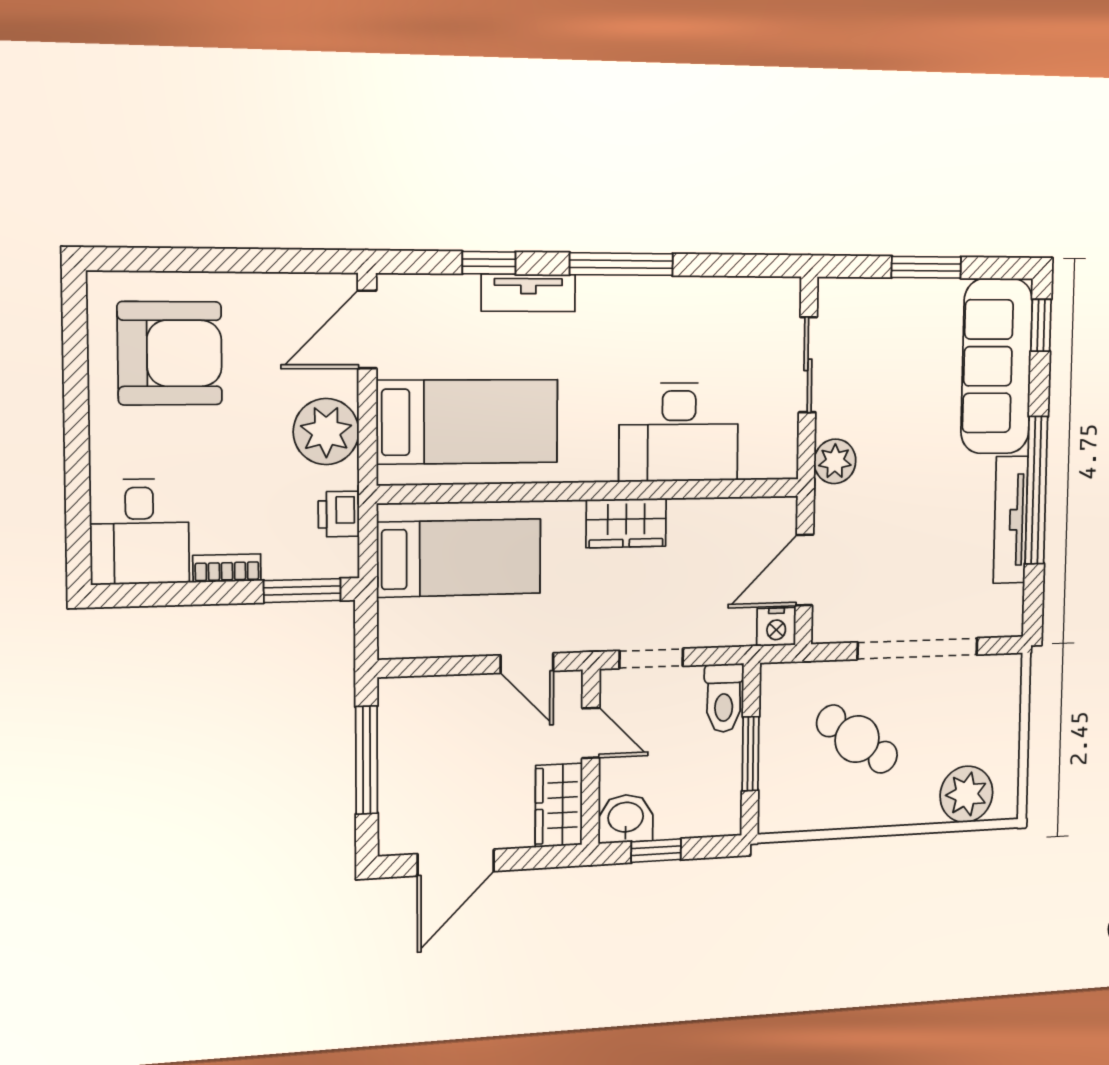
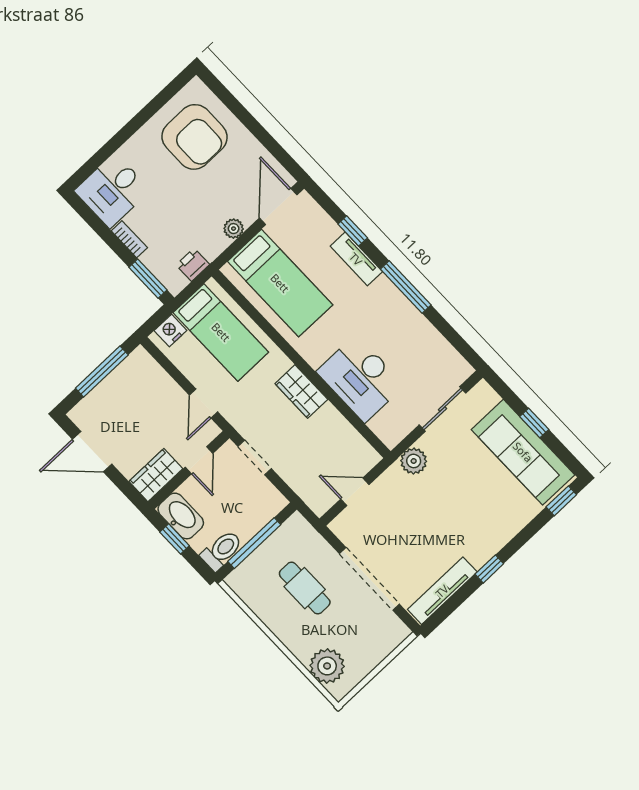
window: (926, 267) -> (534, 423), width x0.67
door: (367, 329) -> (278, 206), hinge flipped
sofa: (997, 366) -> (523, 452), moved, turned -90
plant: (326, 432) -> (234, 229), width x0.53, depth x0.53
window: (1036, 490) -> (489, 569), width x0.32
tv unit: (1011, 520) -> (442, 591), moved
door: (804, 570) -> (355, 492), width x0.73
nightstand: (776, 627) -> (170, 330), moved, turned 90
toilet: (724, 698) -> (222, 550), moved, turned 180
cafe table: (857, 739) -> (305, 588), turned -35
window: (751, 754) -> (254, 543), width x1.44
washbasin: (626, 819) -> (181, 516), width x1.38

